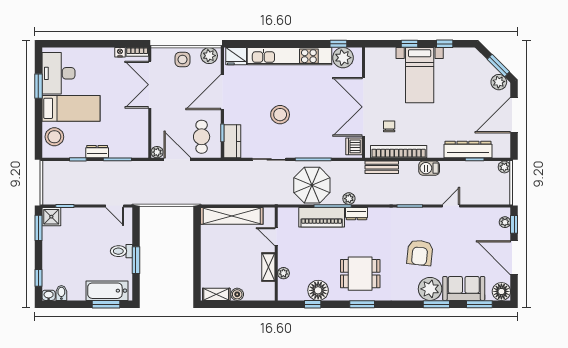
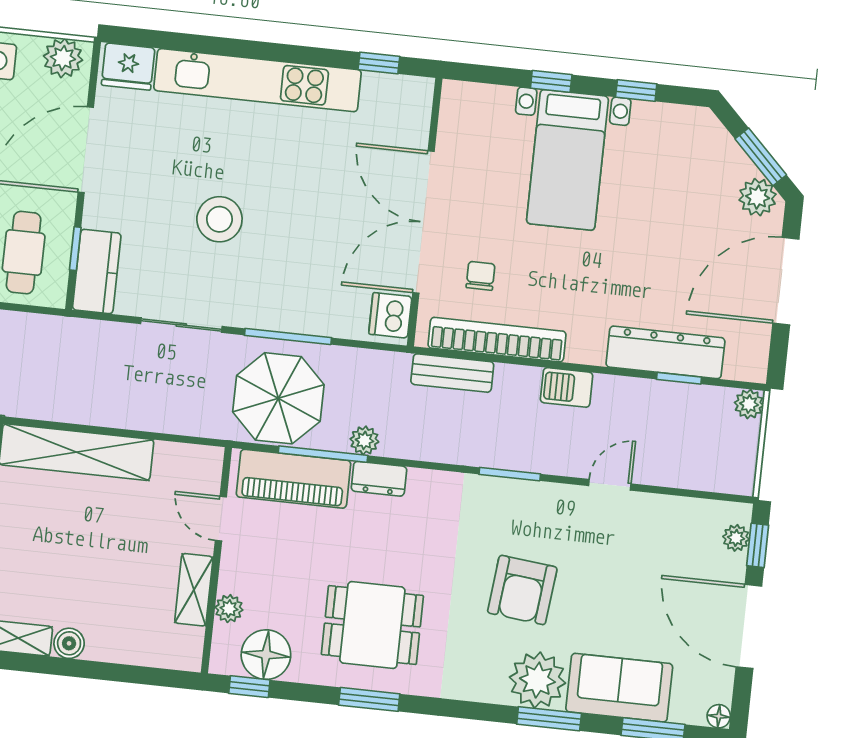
plant: (343, 58) -> (387, 98), removed
door: (276, 237) -> (221, 519), moved
wall: (276, 254) -> (216, 560), moved
shelving: (268, 267) -> (194, 590), moved
plant: (283, 273) -> (229, 609), moved
floor lamp: (501, 291) -> (719, 716), width x0.53, depth x0.53

